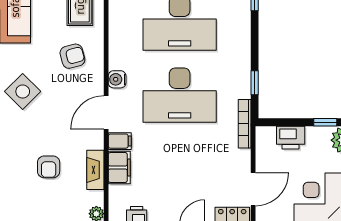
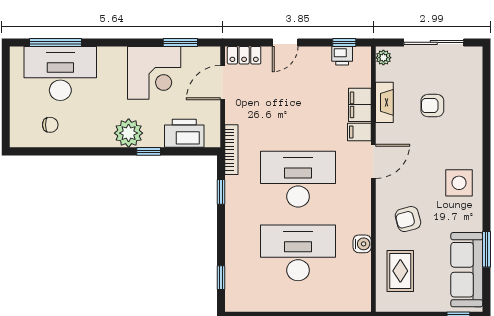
water cooler: (117, 79) -> (362, 244), moved
side table: (23, 91) -> (459, 183), turned 45
printer: (291, 138) -> (184, 133), width x1.37, depth x1.19
armchair: (49, 167) -> (432, 106), turned -90

